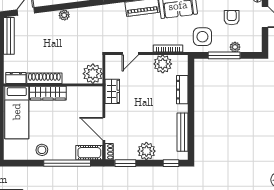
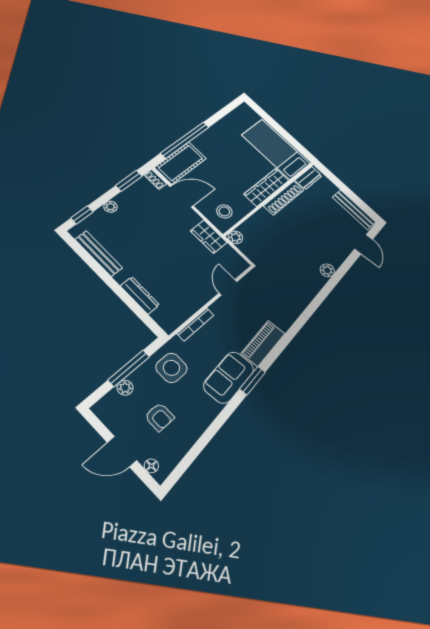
plant: (163, 64) -> (186, 304), removed
plant: (93, 74) -> (235, 237), width x0.53, depth x0.53
stool: (42, 150) -> (224, 211), moved
plant: (146, 151) -> (110, 207), width x0.53, depth x0.53
cot: (89, 153) -> (180, 163), width x1.37, depth x1.34

